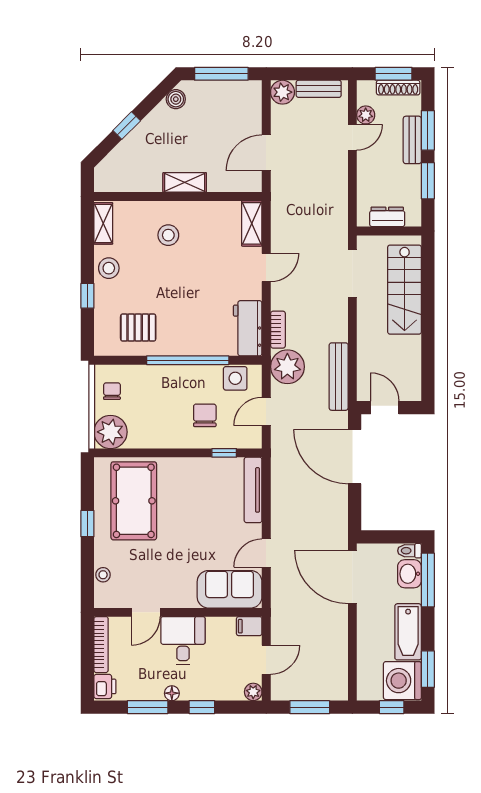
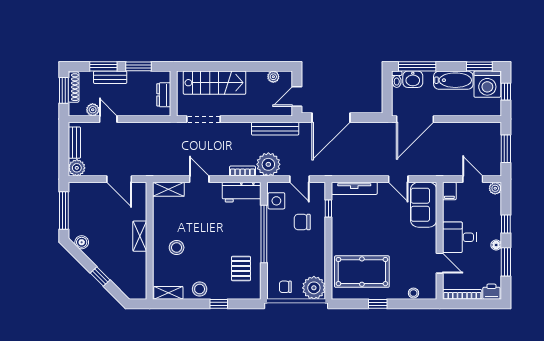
plant: (413, 374) -> (273, 77), added

